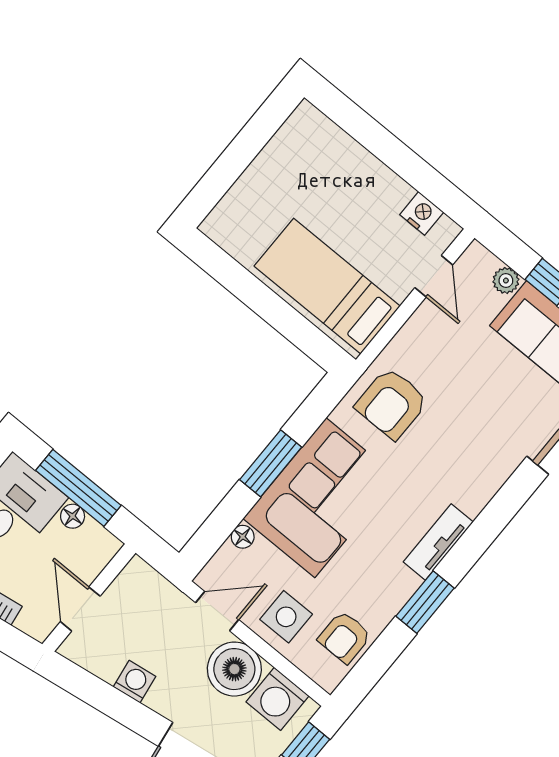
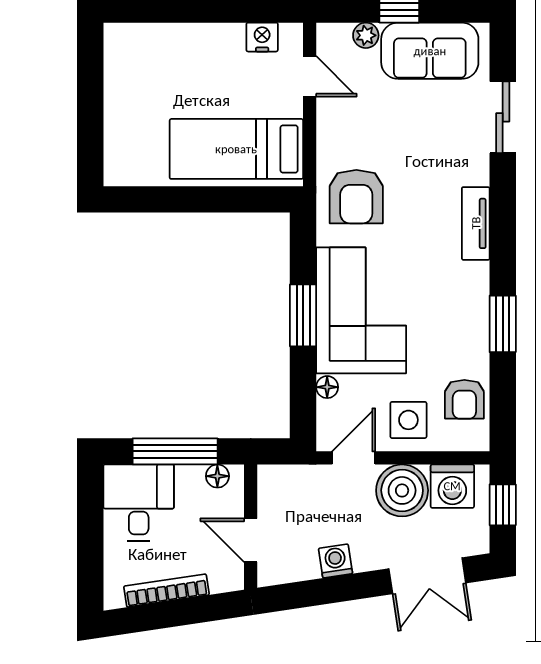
floor lamp: (73, 516) -> (217, 476), moved
tv unit: (438, 542) -> (476, 223), moved

